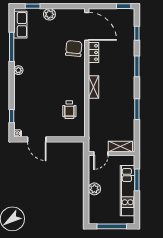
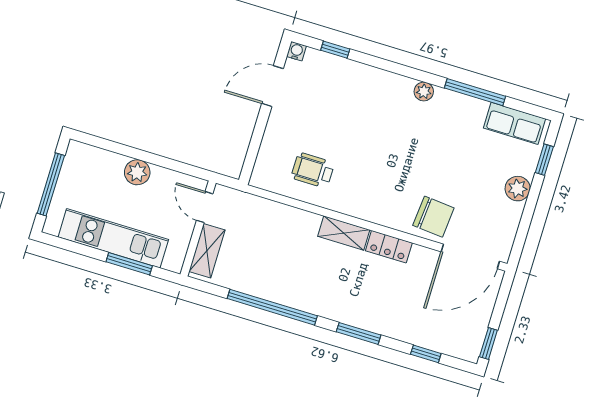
locker: (93, 52) -> (389, 247), moved
window: (137, 109) -> (272, 307), width x2.11

